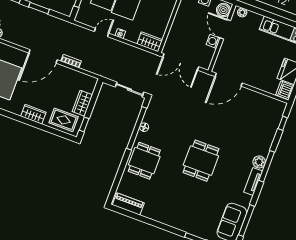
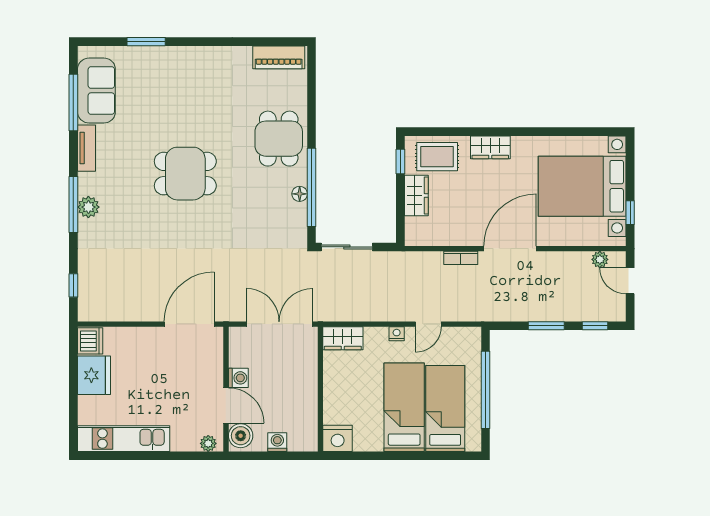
dining table: (201, 161) -> (185, 174), turned 90
tv unit: (253, 181) -> (86, 148), moved

